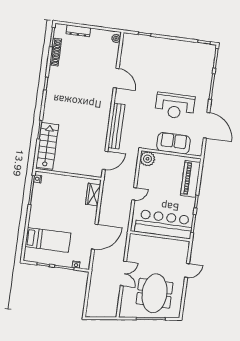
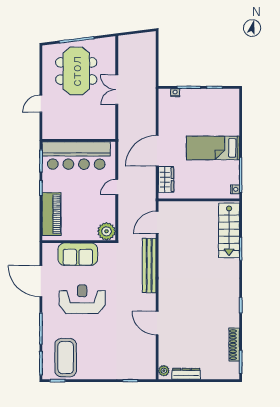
dresser: (78, 31) -> (186, 374), moved
coffee table: (195, 60) -> (66, 358), added
door: (95, 237) -> (157, 151), moved
bed: (48, 240) -> (213, 148), moved

